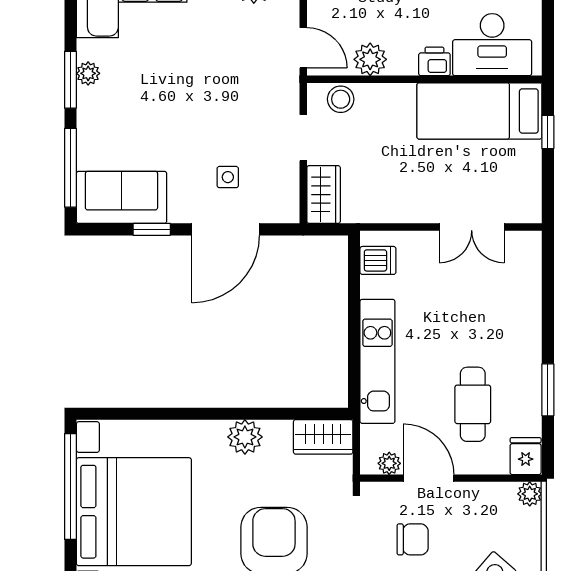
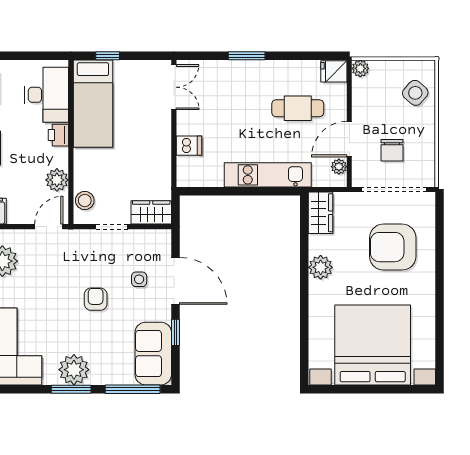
plant: (88, 73) -> (74, 370), width x1.88, depth x1.88
armchair: (199, 115) -> (96, 299), added
double door: (472, 227) -> (174, 87), moved
dishwasher: (378, 260) -> (189, 146), moved, turned 90
window: (548, 390) -> (247, 56), moved
window: (70, 486) -> (355, 389), removed
chair: (413, 539) -> (392, 150), turned 180

